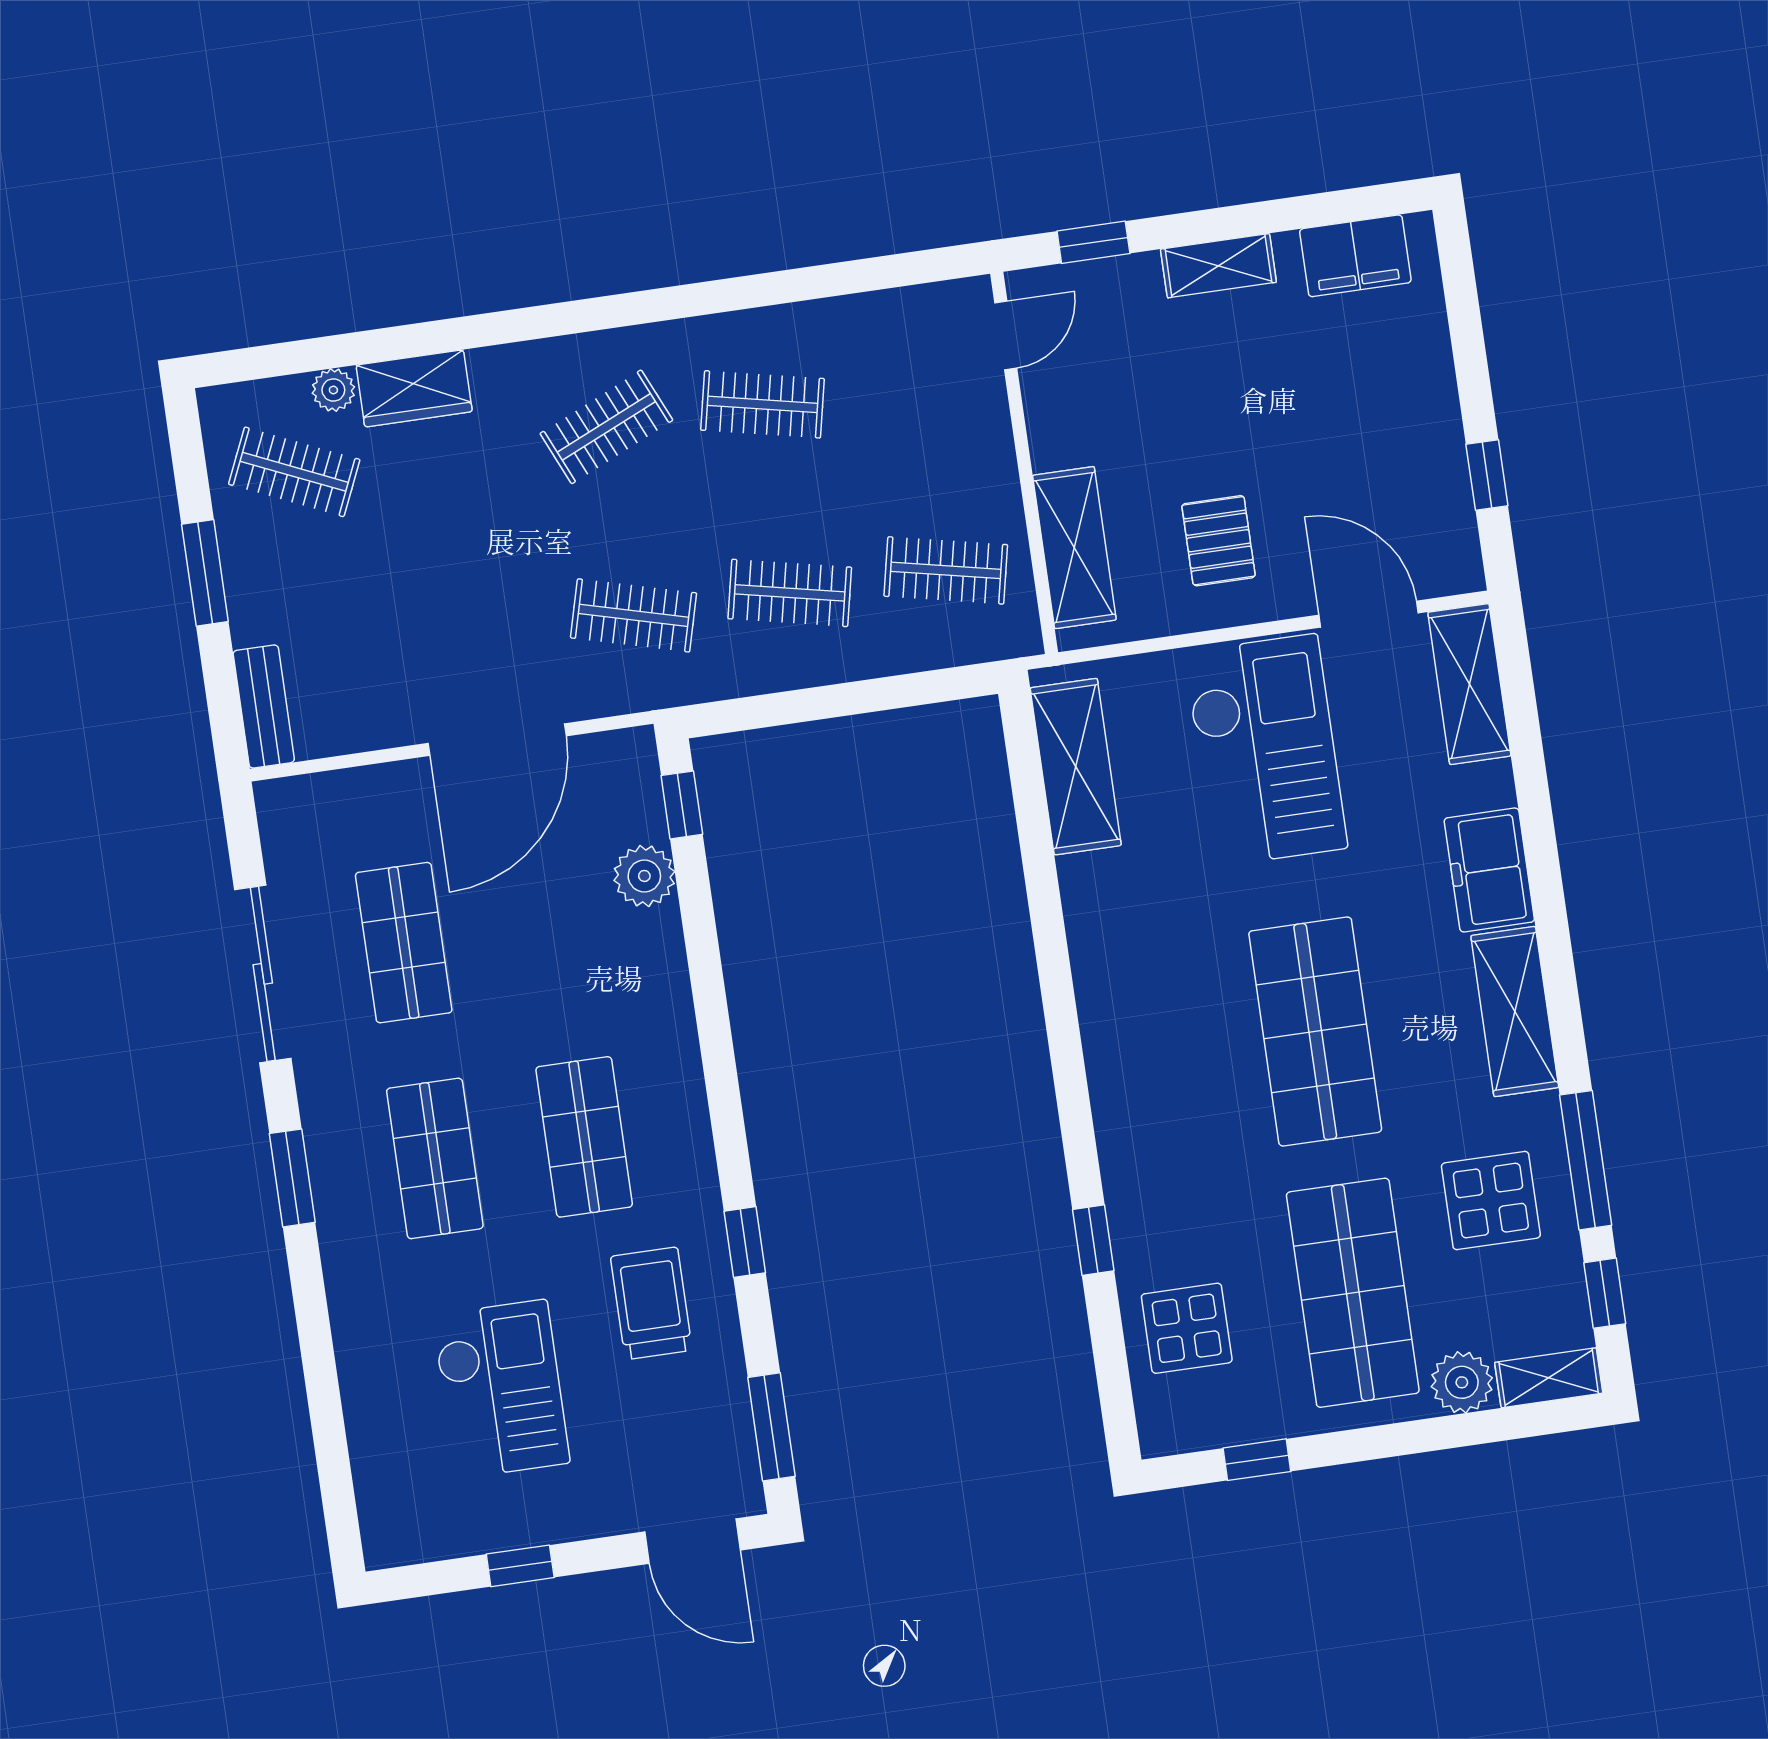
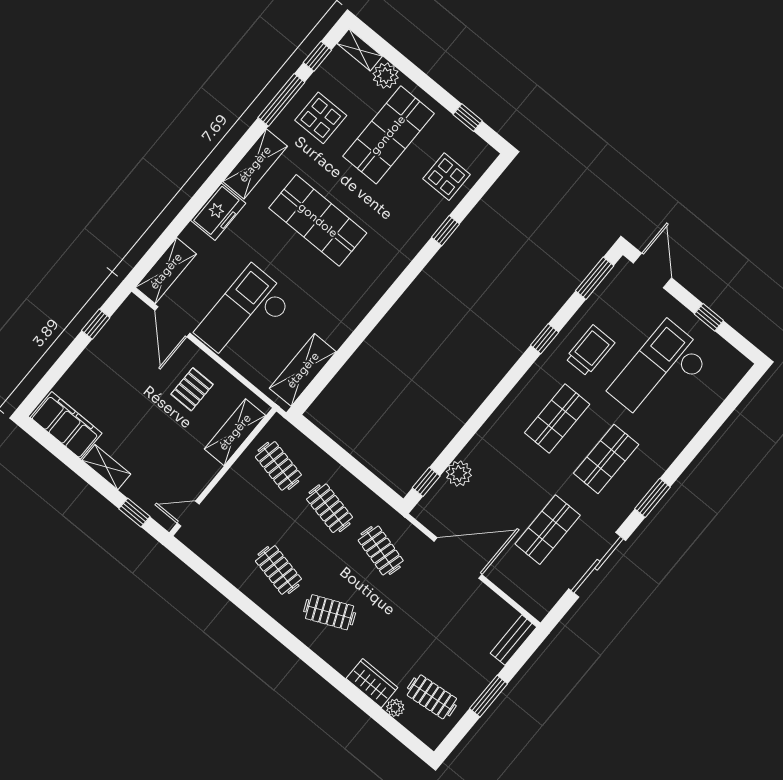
filing cabinet: (1355, 256) -> (66, 425), width x1.50, depth x1.17
clothes rail: (294, 472) -> (432, 697), turned -30
shop shelf: (1315, 1032) -> (318, 220), turned 90
trolley: (651, 1303) -> (590, 351), turned 180
checkout: (501, 1389) -> (659, 373), width x1.36, depth x1.21

